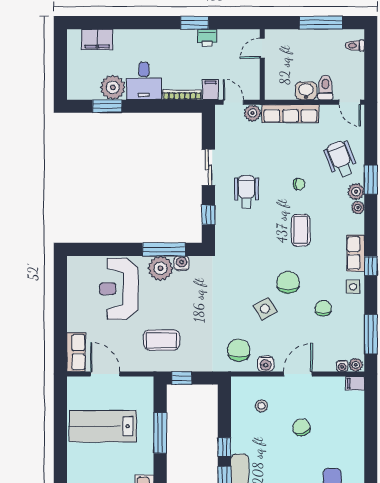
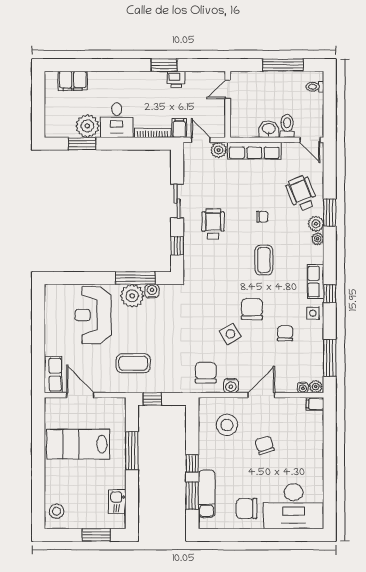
stool: (261, 406) -> (227, 425), width x1.89, depth x1.89

